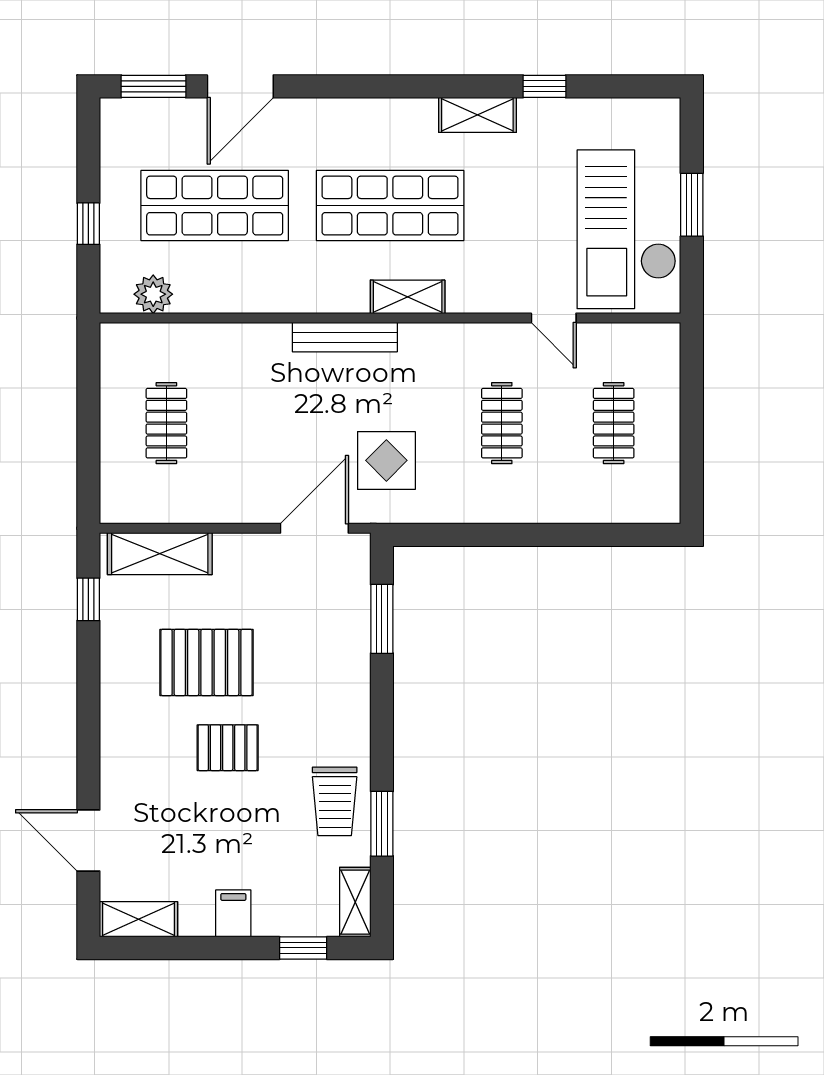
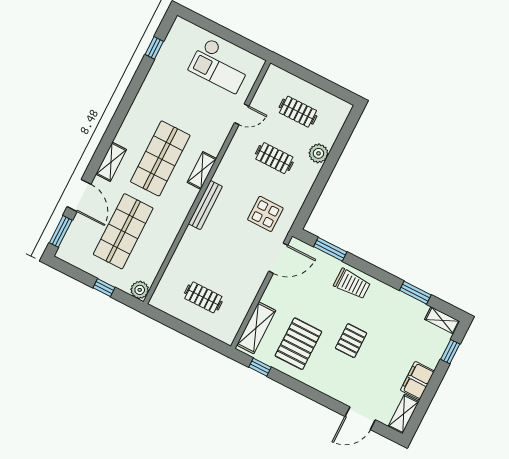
window: (544, 86) -> (154, 48), moved
shelving: (477, 115) -> (111, 162), moved
window: (692, 205) -> (224, 33), removed
checkout: (627, 229) -> (220, 65), width x0.73, depth x0.83
plant: (153, 294) -> (140, 290), moved
plant: (554, 503) -> (318, 153), added
door: (314, 528) -> (278, 258), swing flipped
pallet: (206, 662) -> (298, 344), moved
trolley: (335, 801) -> (352, 284), moved
filing cabinet: (233, 913) -> (417, 381), width x2.00

